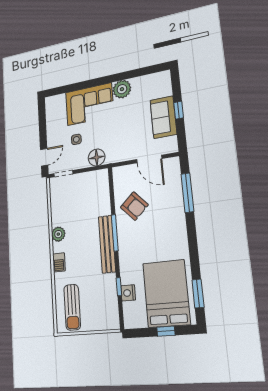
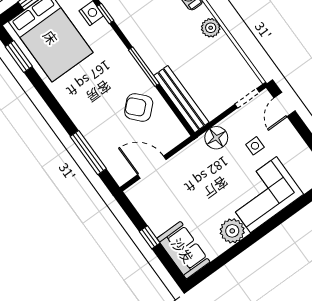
sofa: (163, 117) -> (183, 250), moved
bench: (107, 244) -> (181, 99), moved

